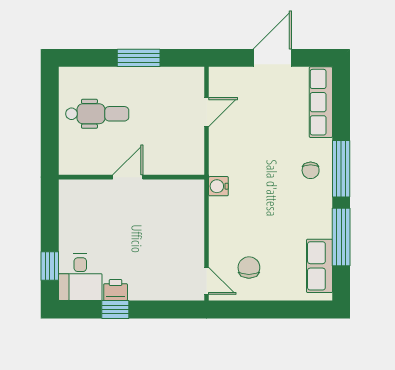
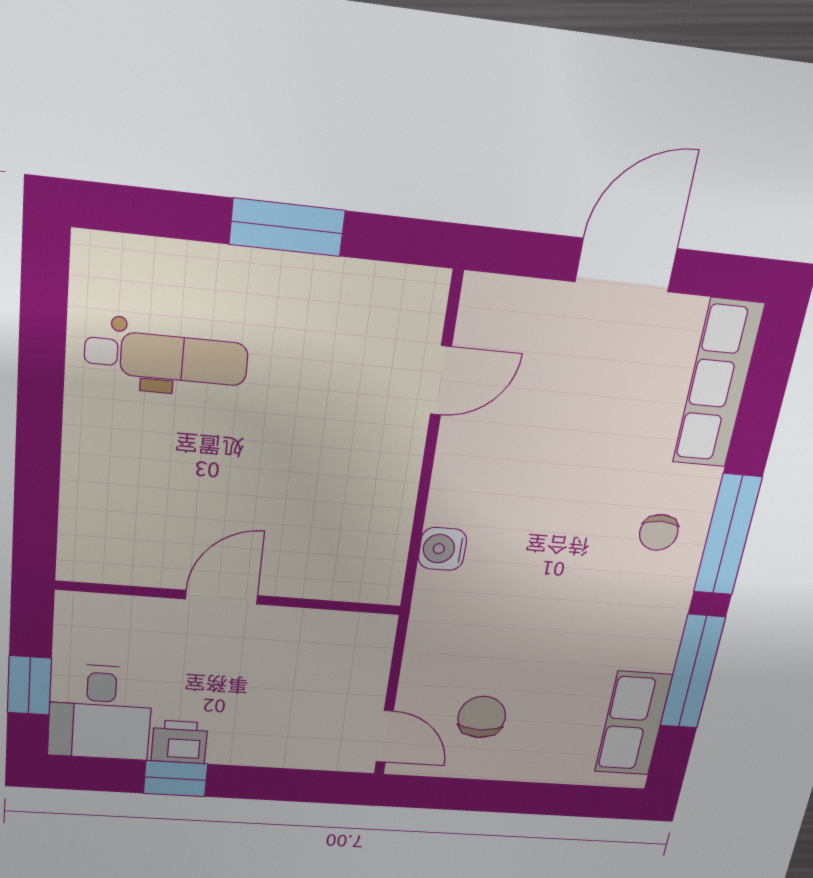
door: (128, 177) -> (222, 597), moved
wall: (131, 177) -> (230, 598), moved

